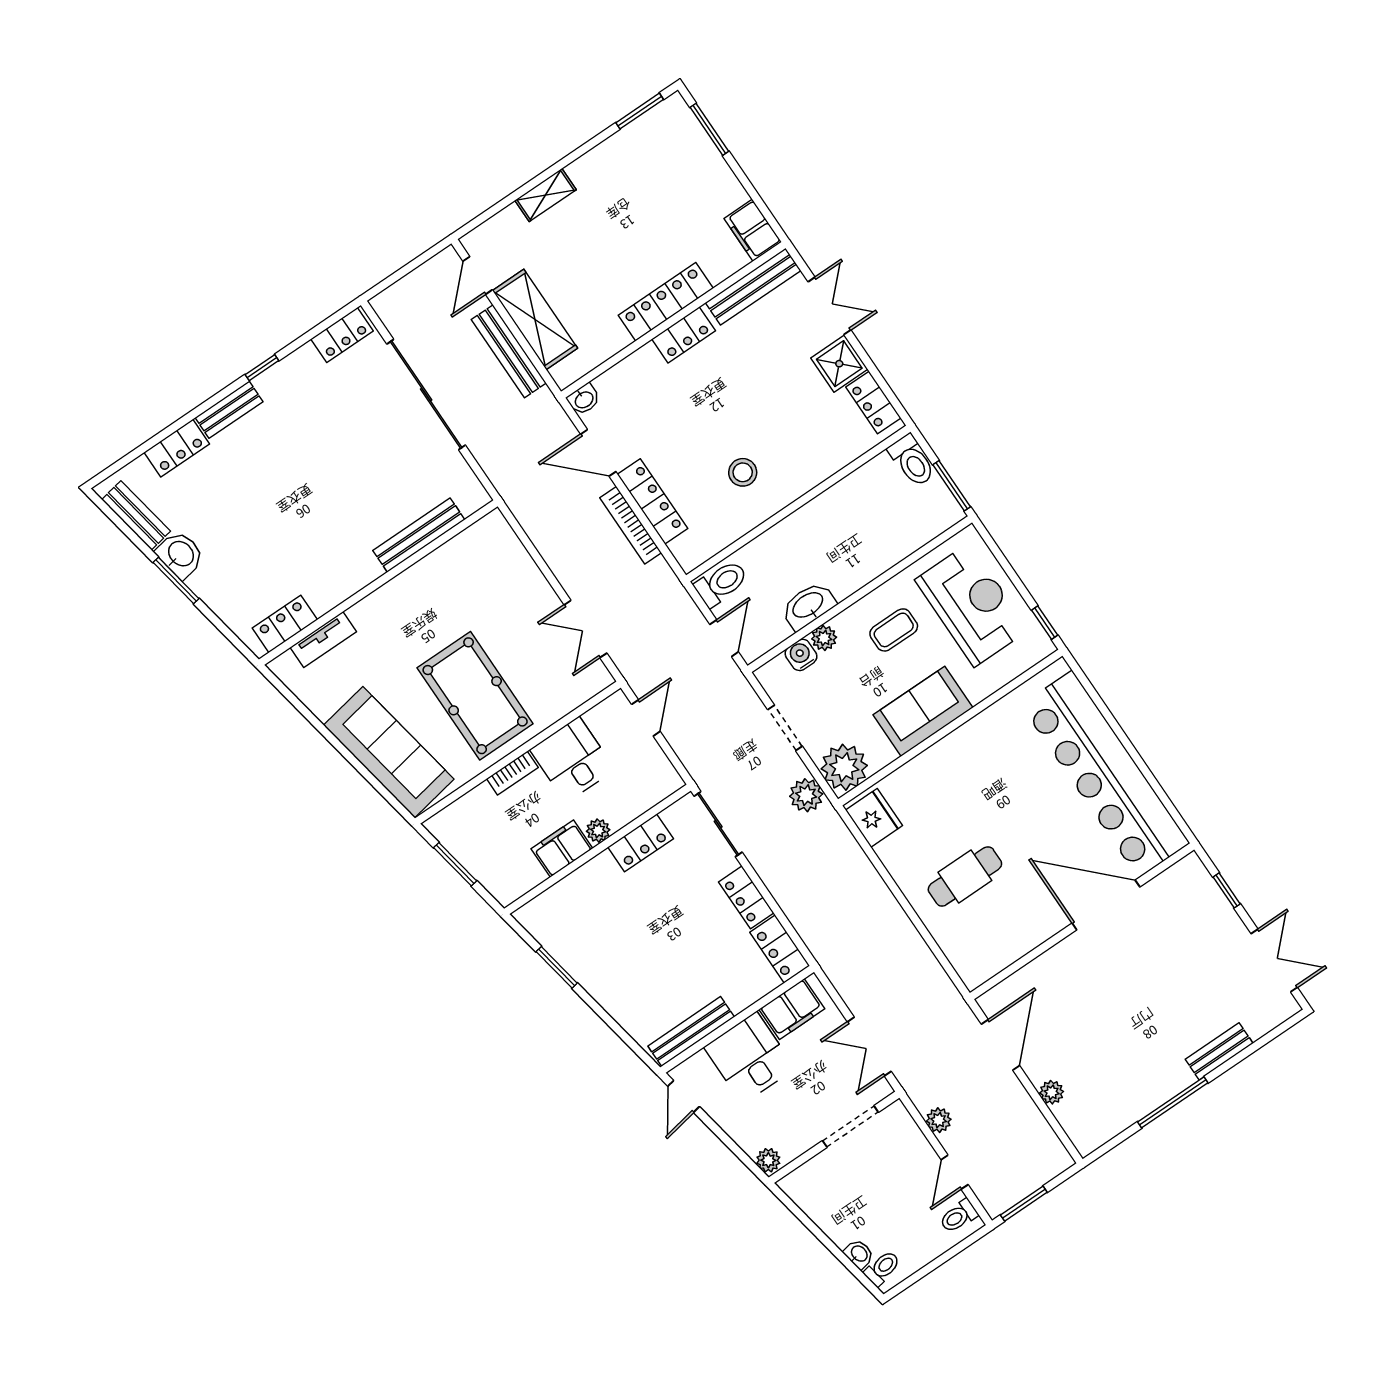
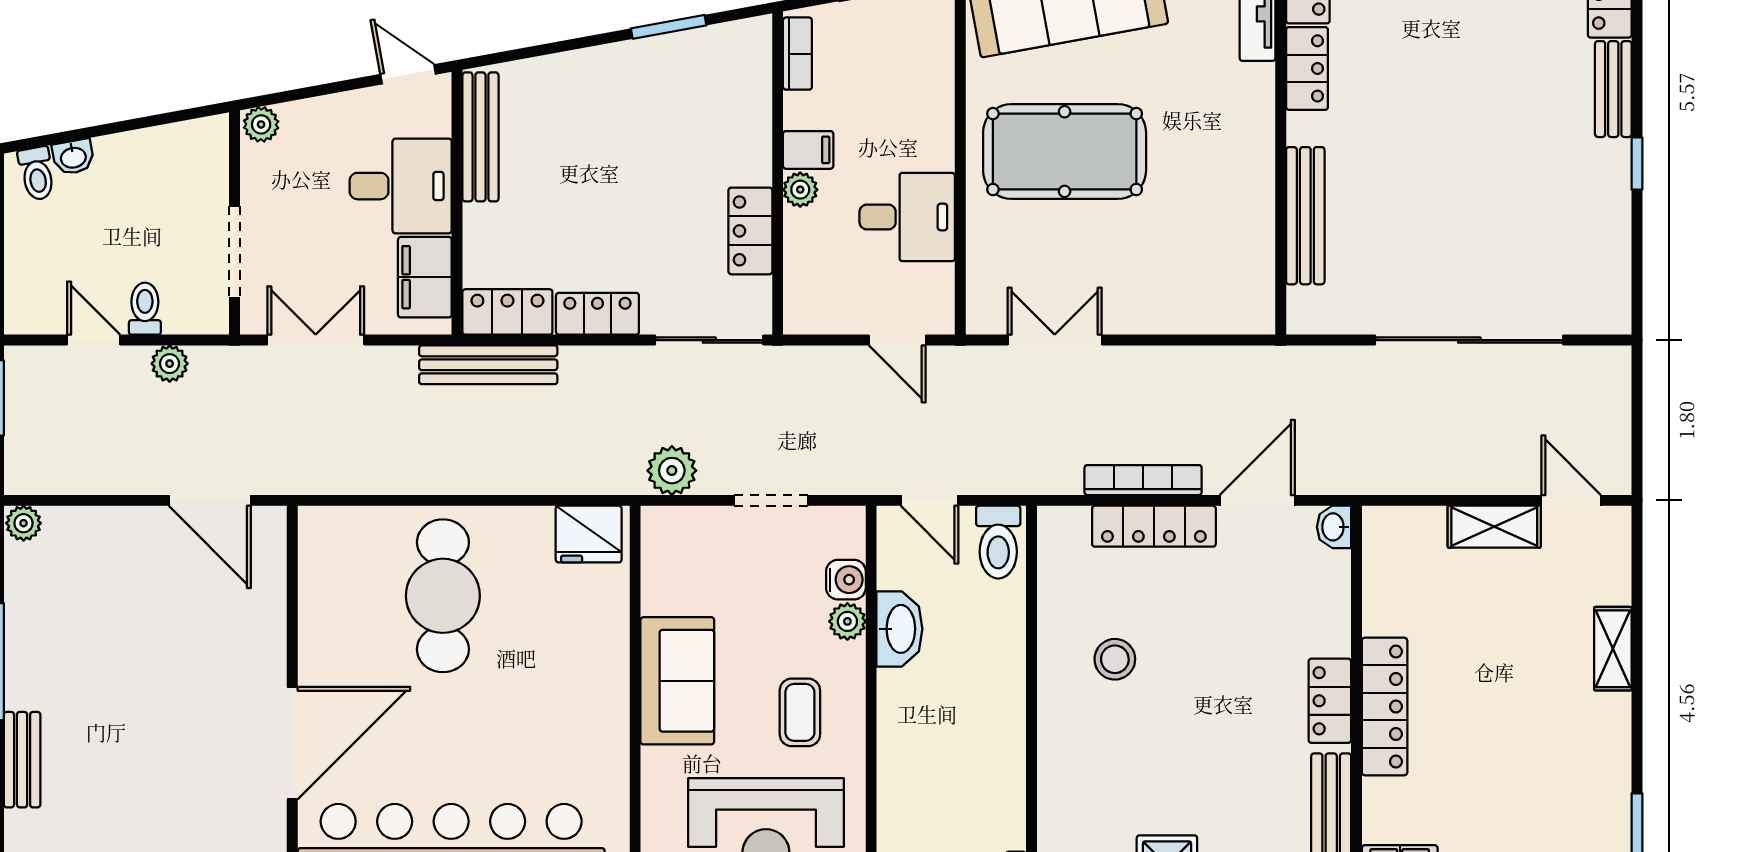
shelving: (535, 319) -> (1494, 527), width x0.67, depth x0.75
locker: (342, 335) -> (1307, 68), moved, turned 180
bench: (509, 351) -> (488, 365), moved
plant: (844, 767) -> (674, 540), removed
bookcase: (512, 773) -> (797, 54), moved, turned 180
filing cabinet: (562, 849) -> (808, 150), width x0.50
cafe table: (965, 876) -> (443, 596), width x1.37, depth x1.35
plant: (1052, 1092) -> (24, 523), moved
toilet: (959, 1216) -> (145, 309), moved

